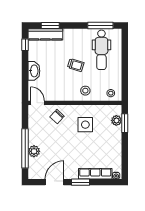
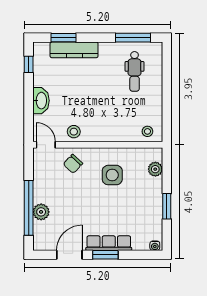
kitchen counter: (45, 34) -> (74, 50), moved
dental chair: (101, 50) -> (135, 71), width x0.73, depth x0.72
trolley: (76, 65) -> (99, 92), removed
stool: (85, 91) -> (74, 132), moved
window: (125, 123) -> (167, 206), moved
row of seats: (95, 174) -> (109, 243), moved

